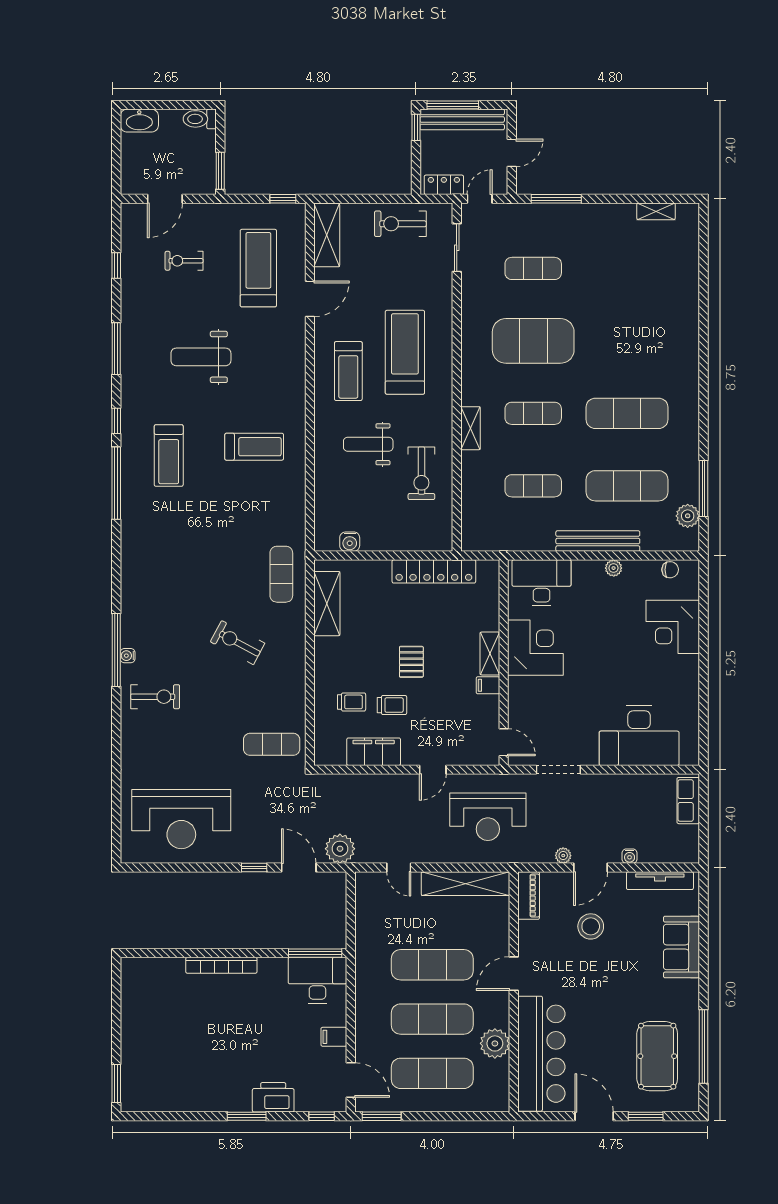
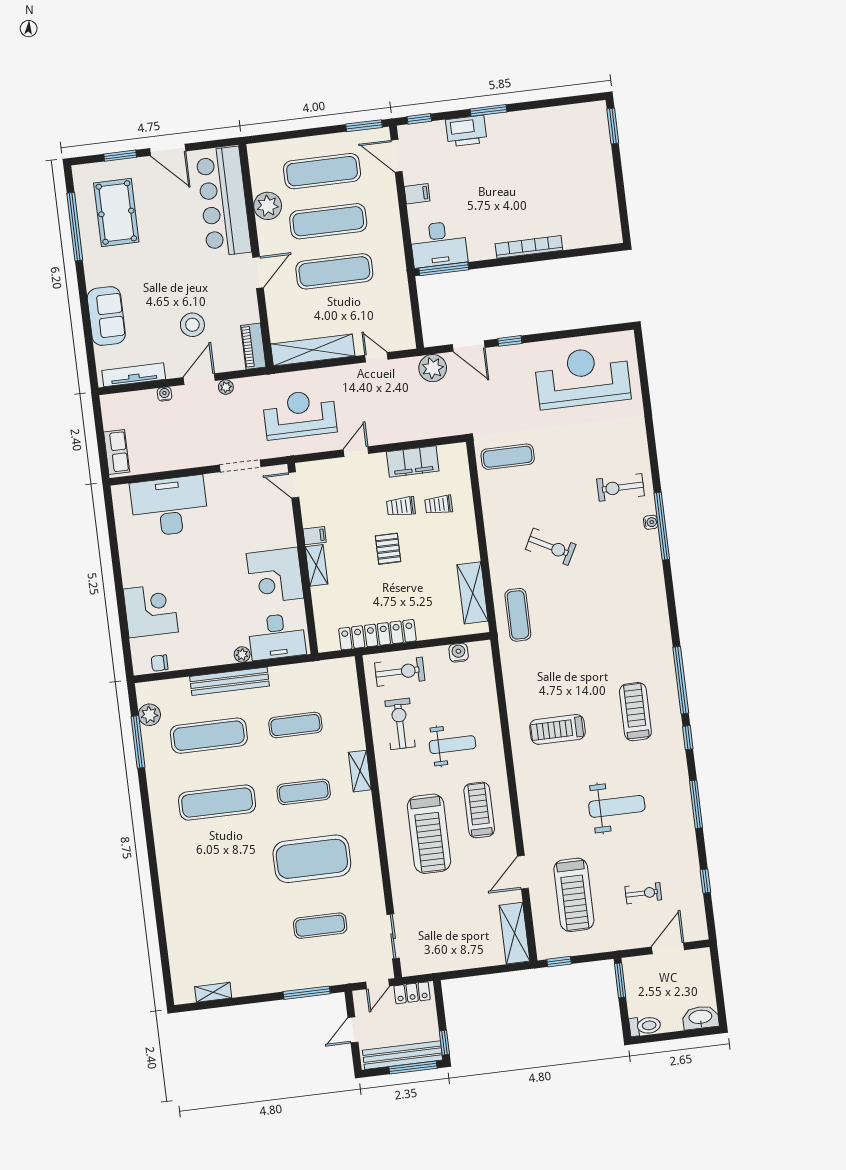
exercise bike: (400, 224) -> (400, 672), moved
plant: (614, 568) -> (242, 654), moved

